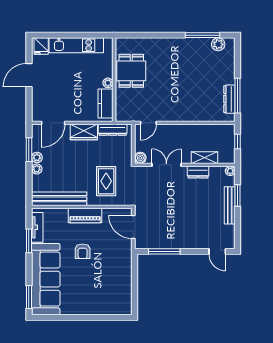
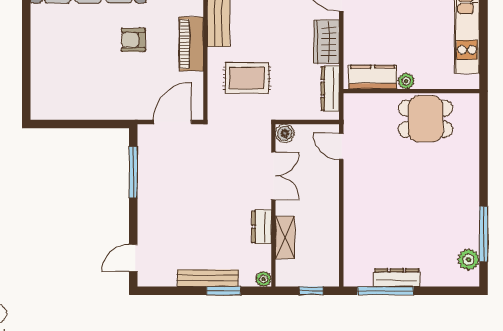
dresser: (229, 99) -> (397, 278), moved

